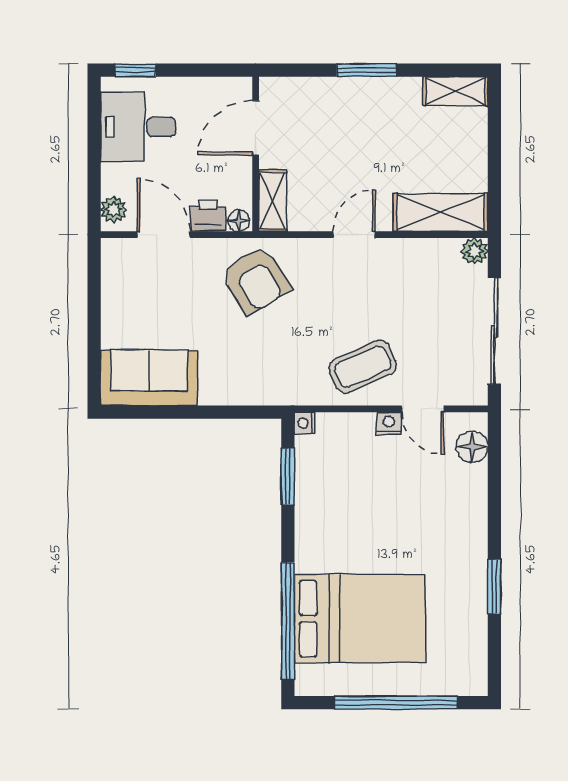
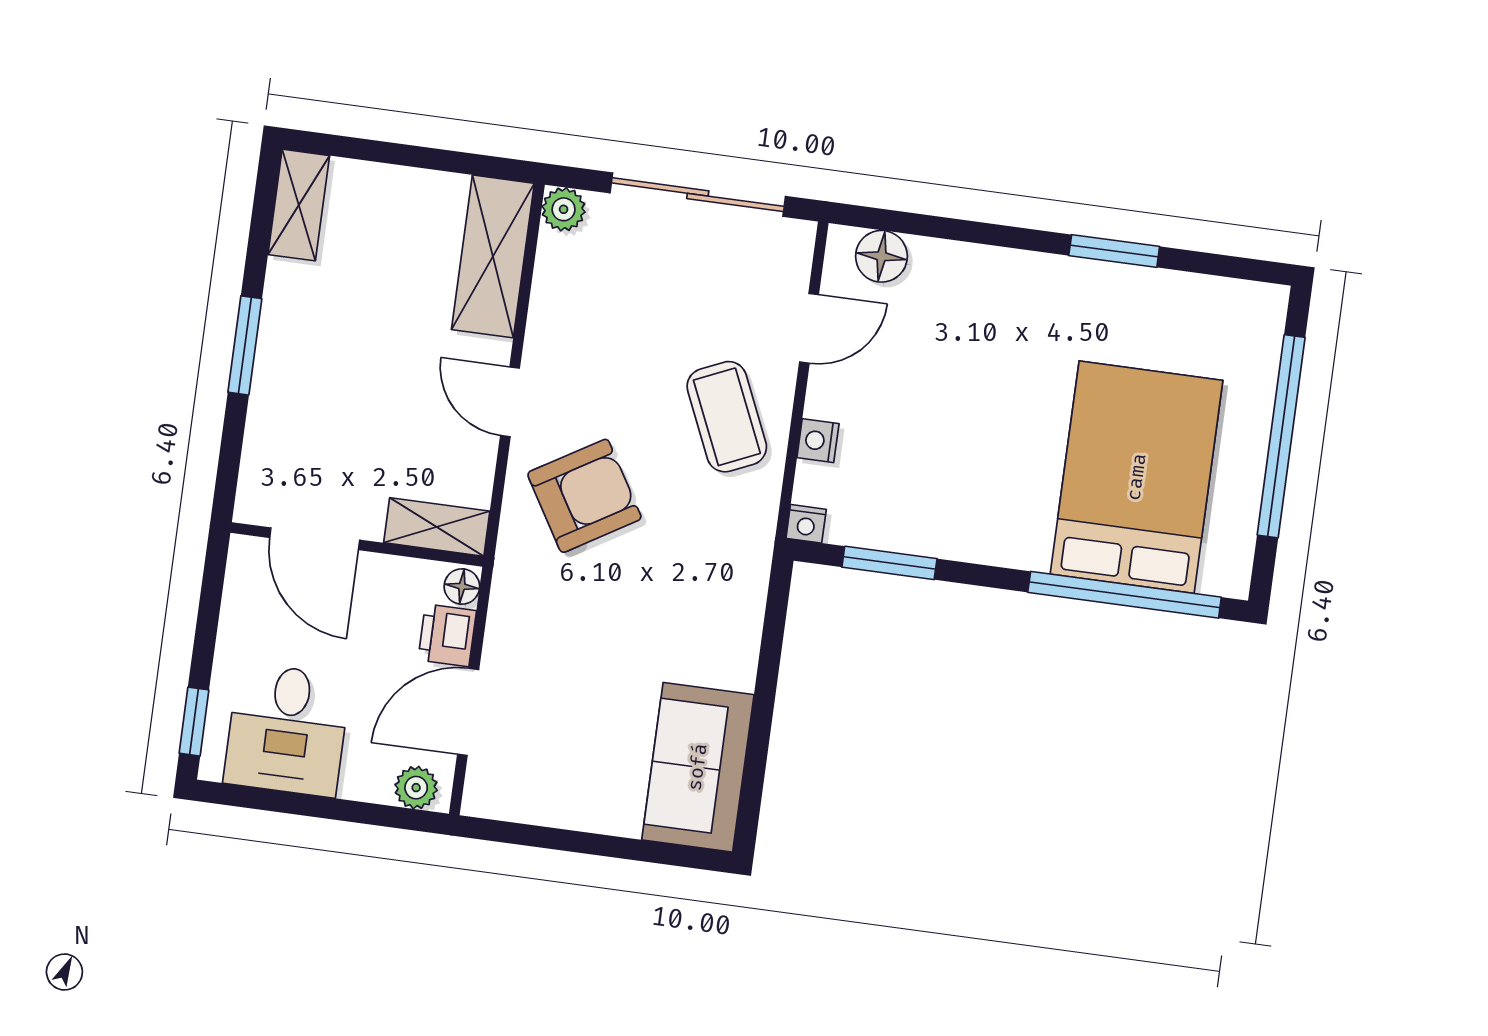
armchair: (256, 280) -> (584, 496), moved
nightstand: (389, 423) -> (818, 441), moved

